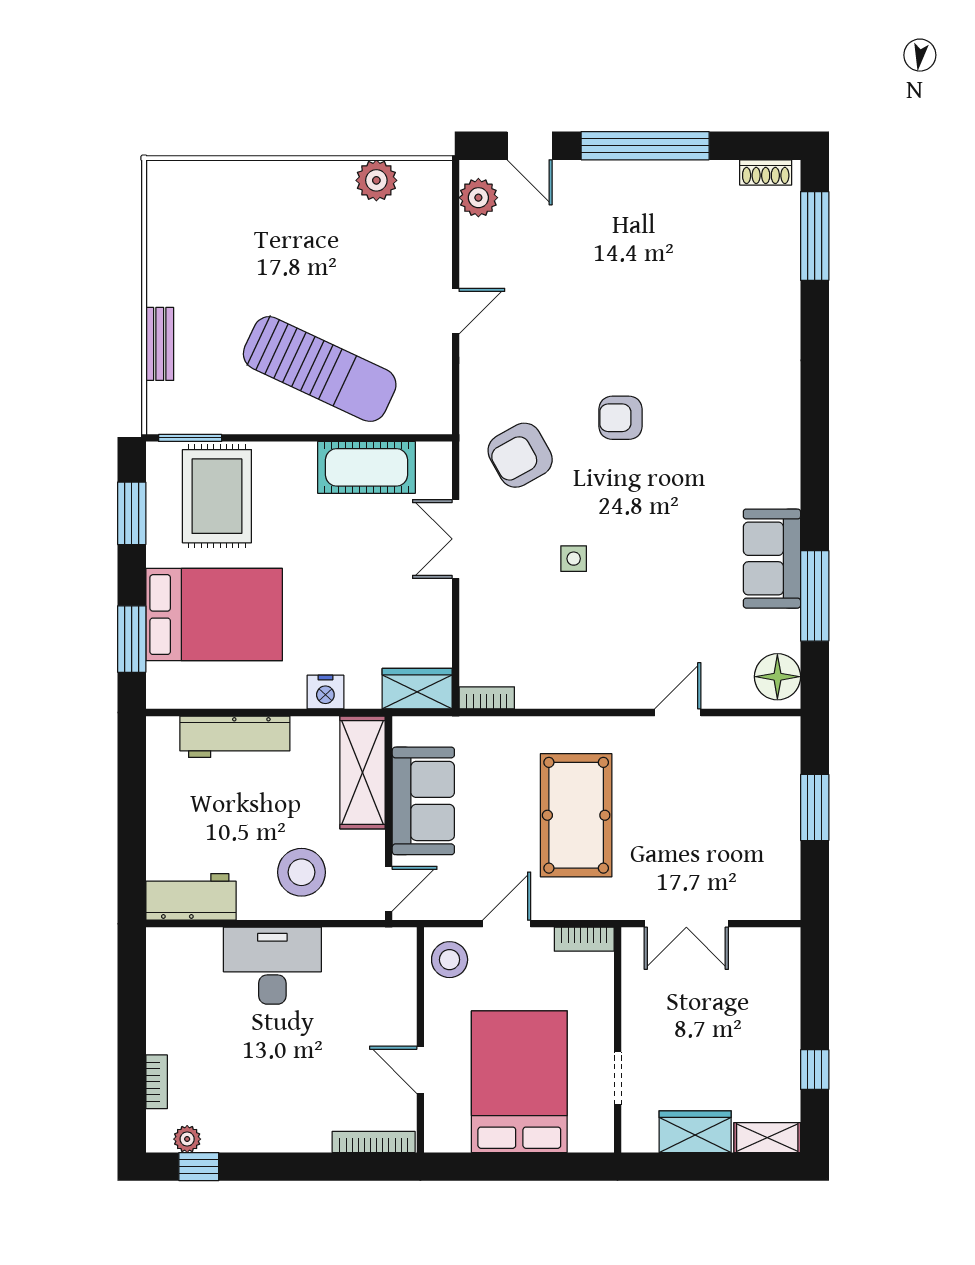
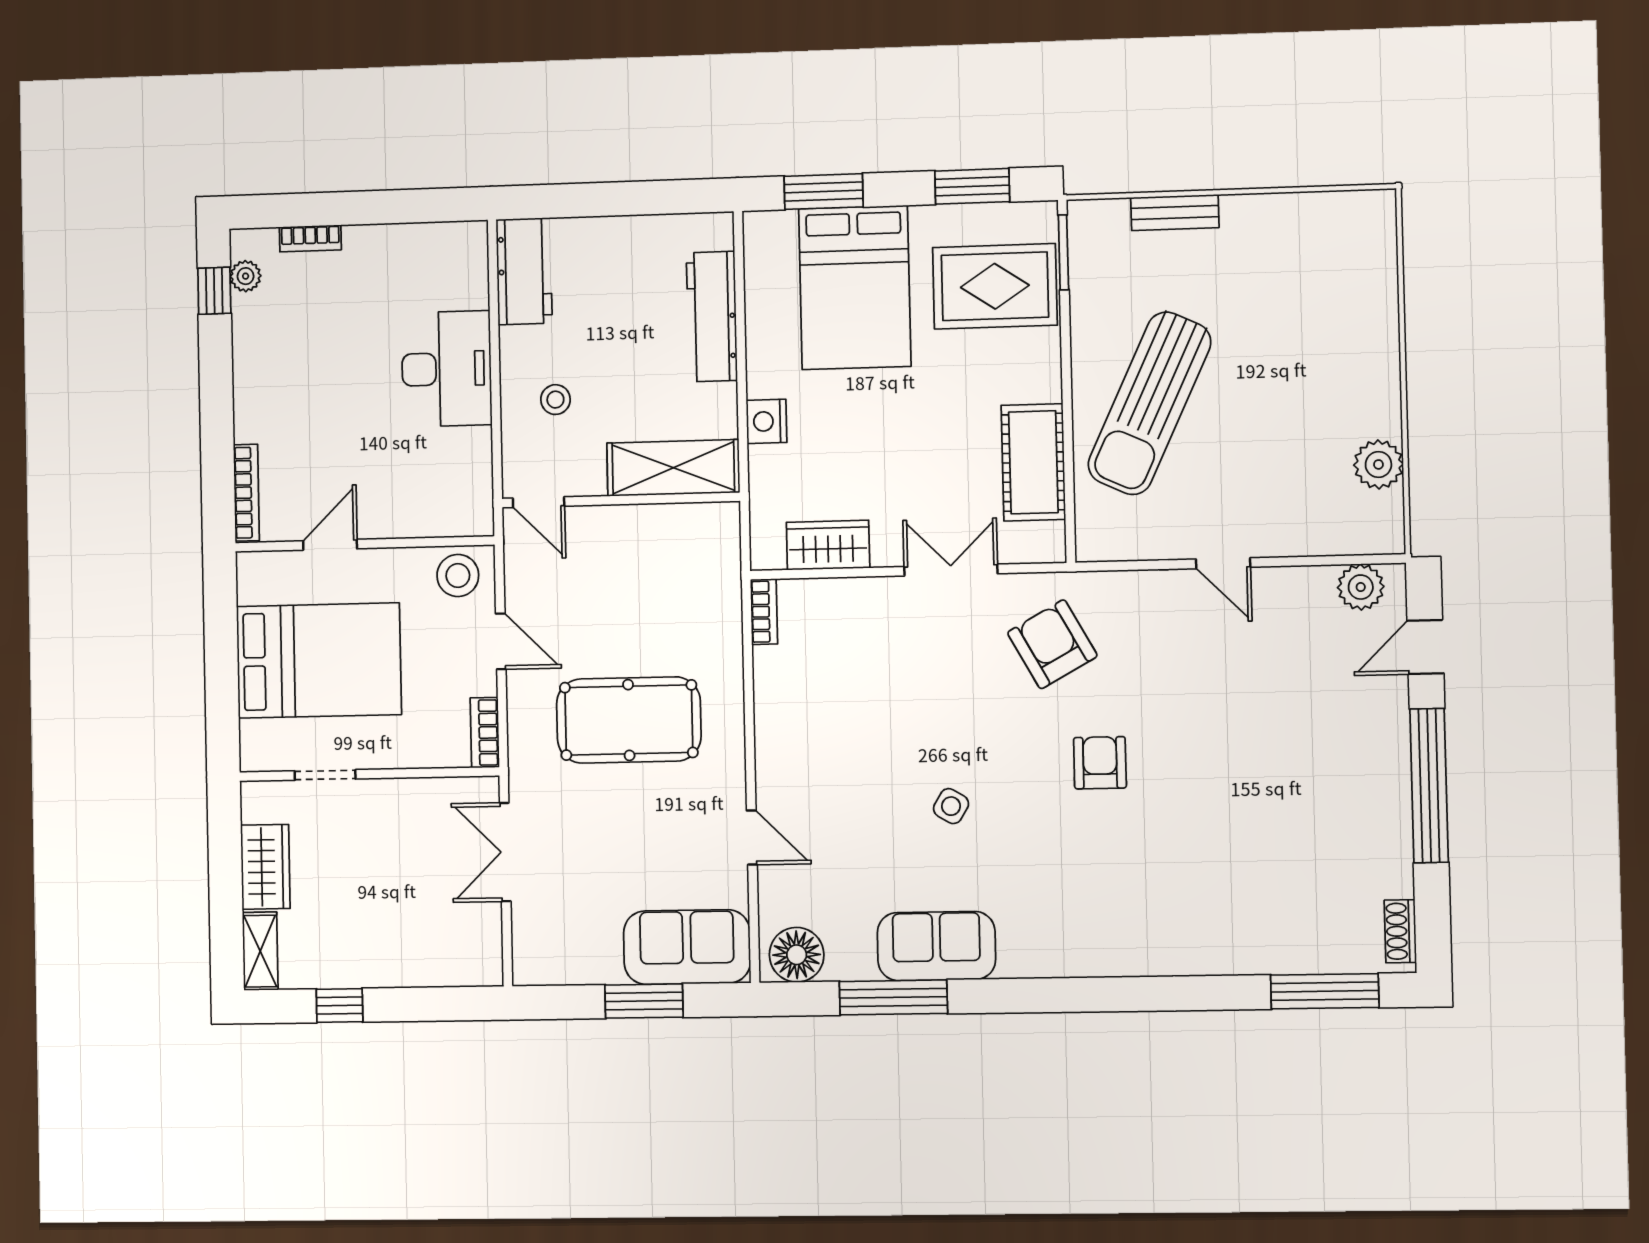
side table: (574, 559) -> (951, 806), moved, turned 31
wardrobe: (417, 689) -> (828, 545), moved, turned -90
sofa: (423, 801) -> (687, 947), moved, turned 180
stool: (302, 872) -> (555, 400), width x0.53, depth x0.53

